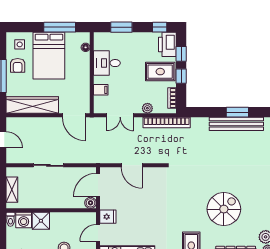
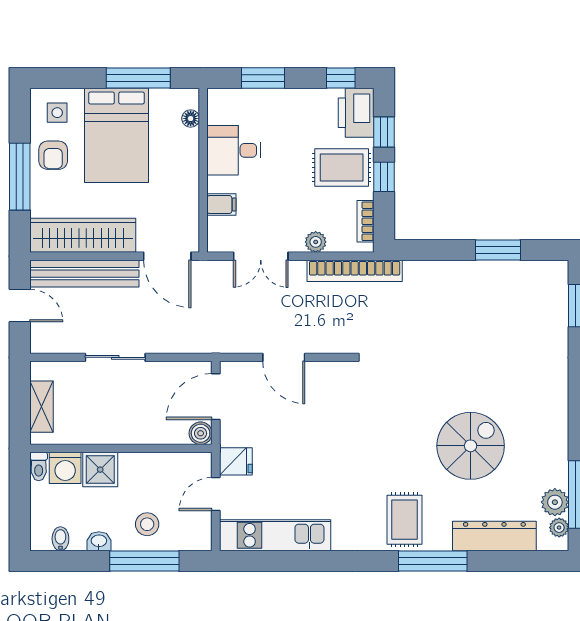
bench: (236, 124) -> (84, 274), moved

